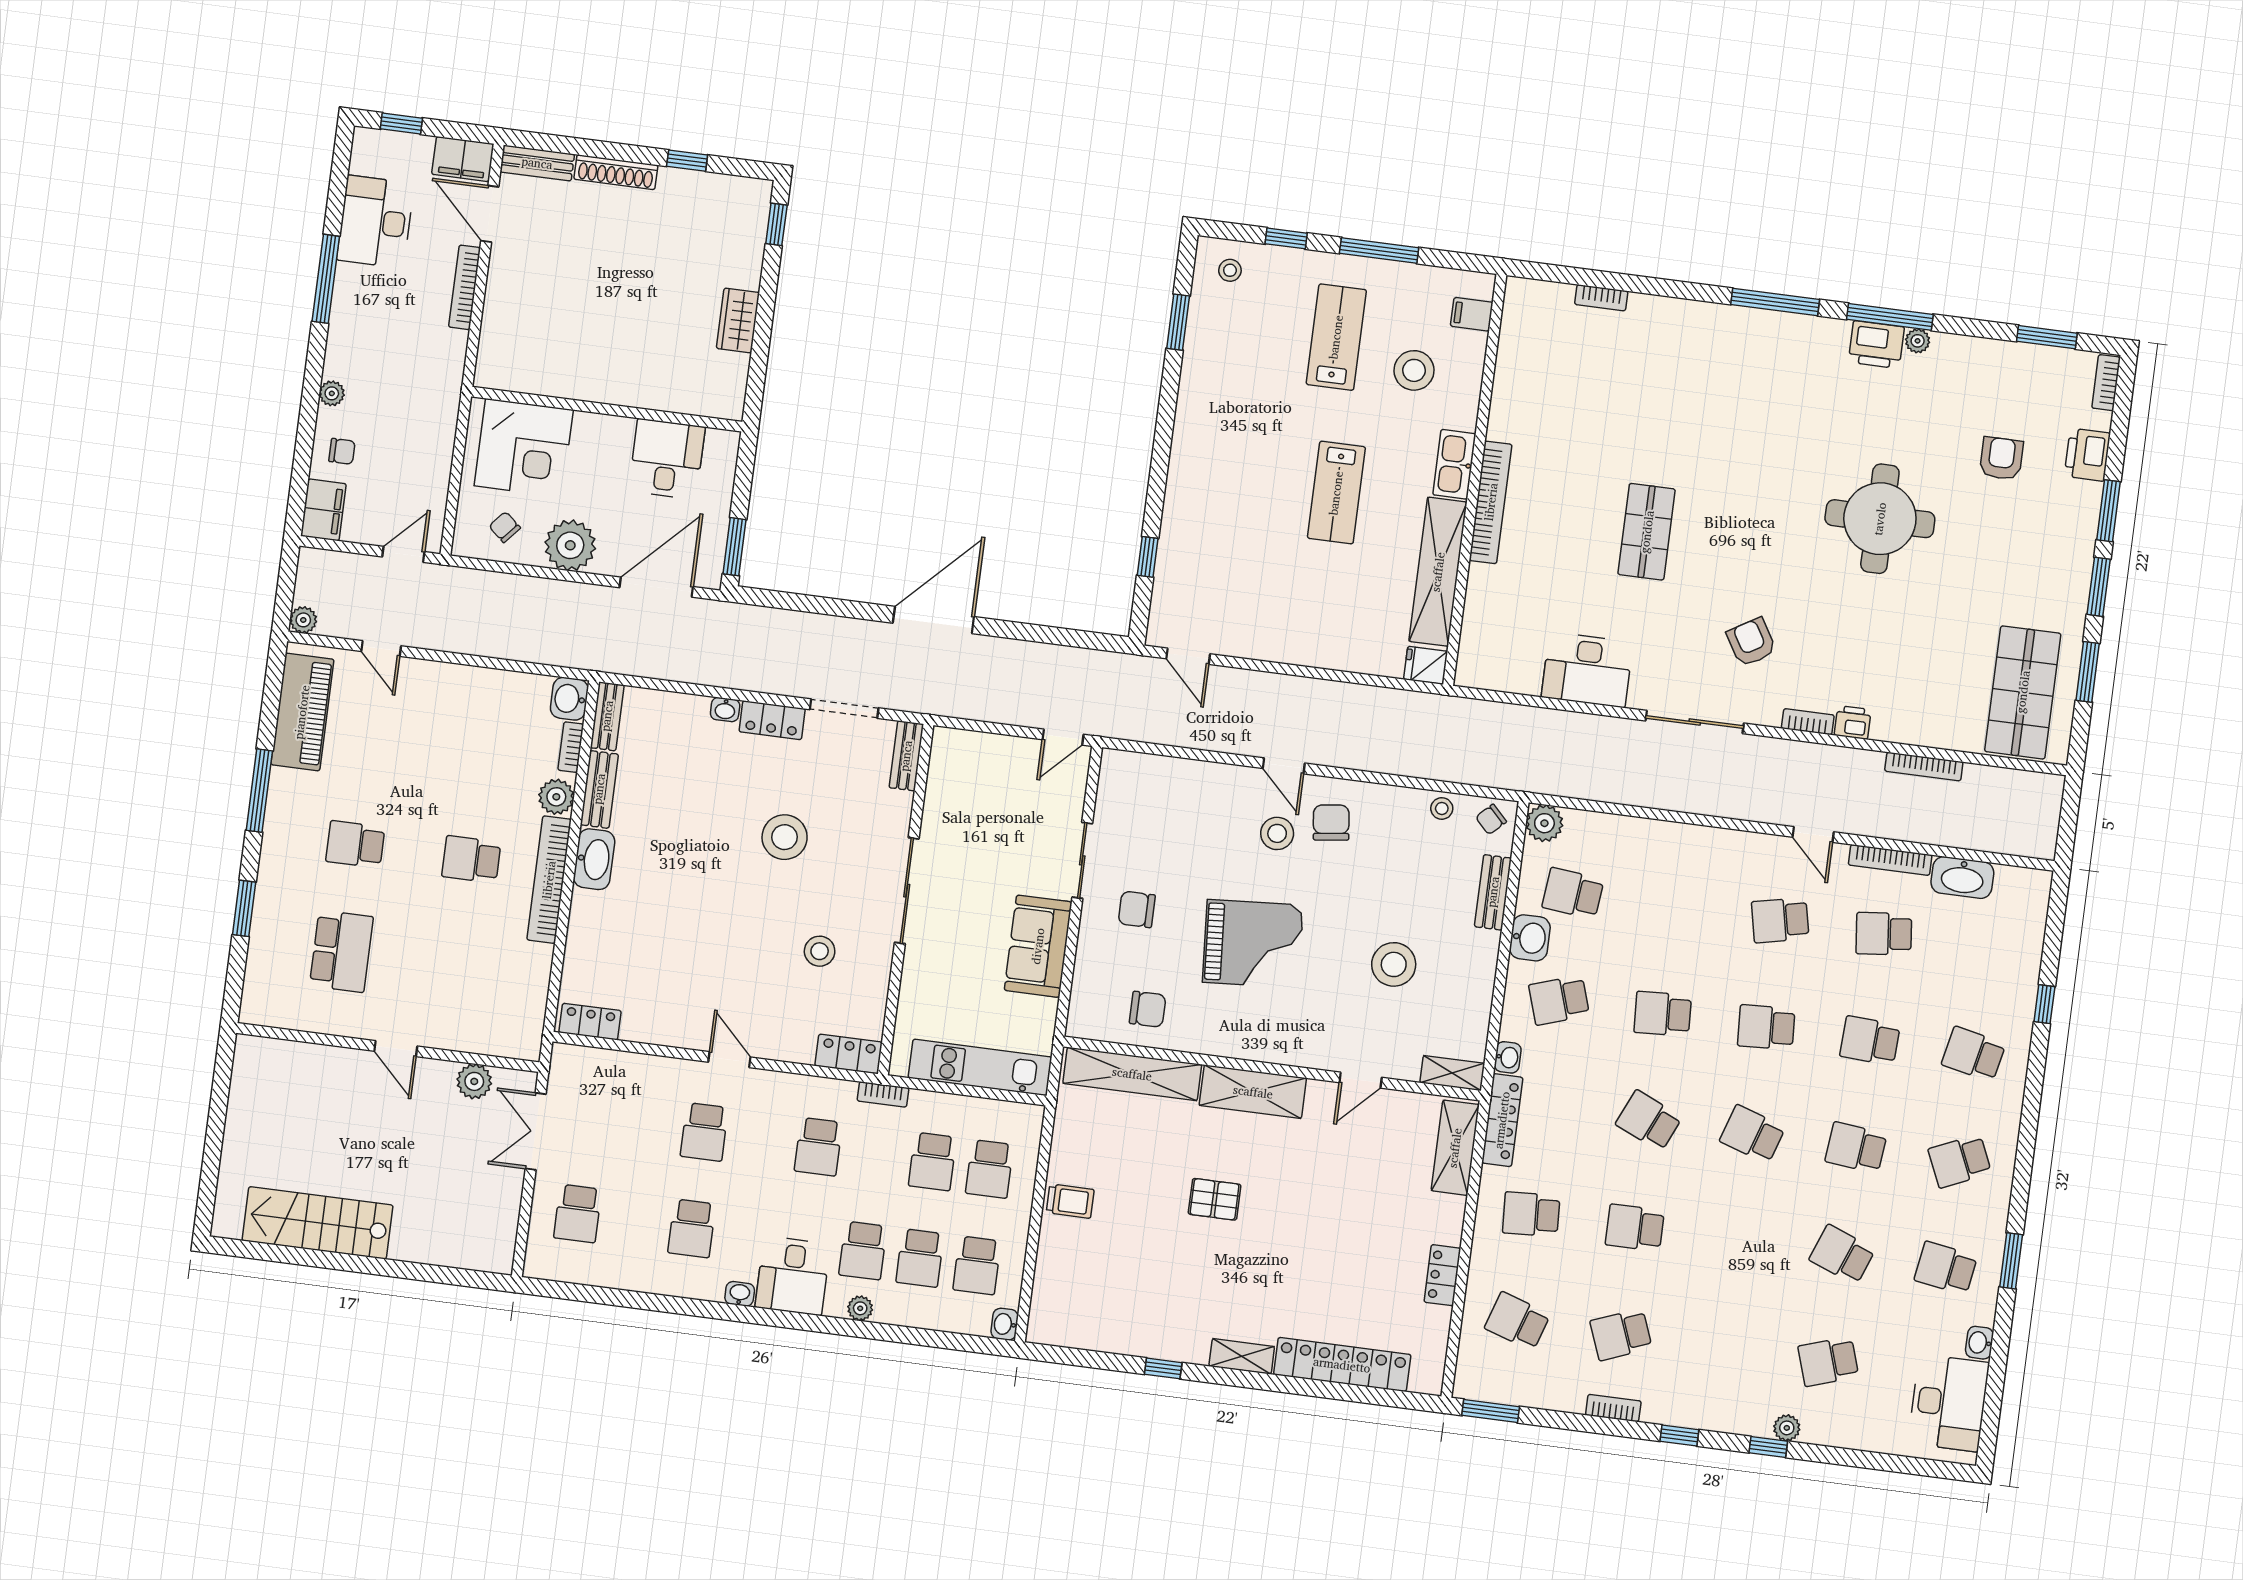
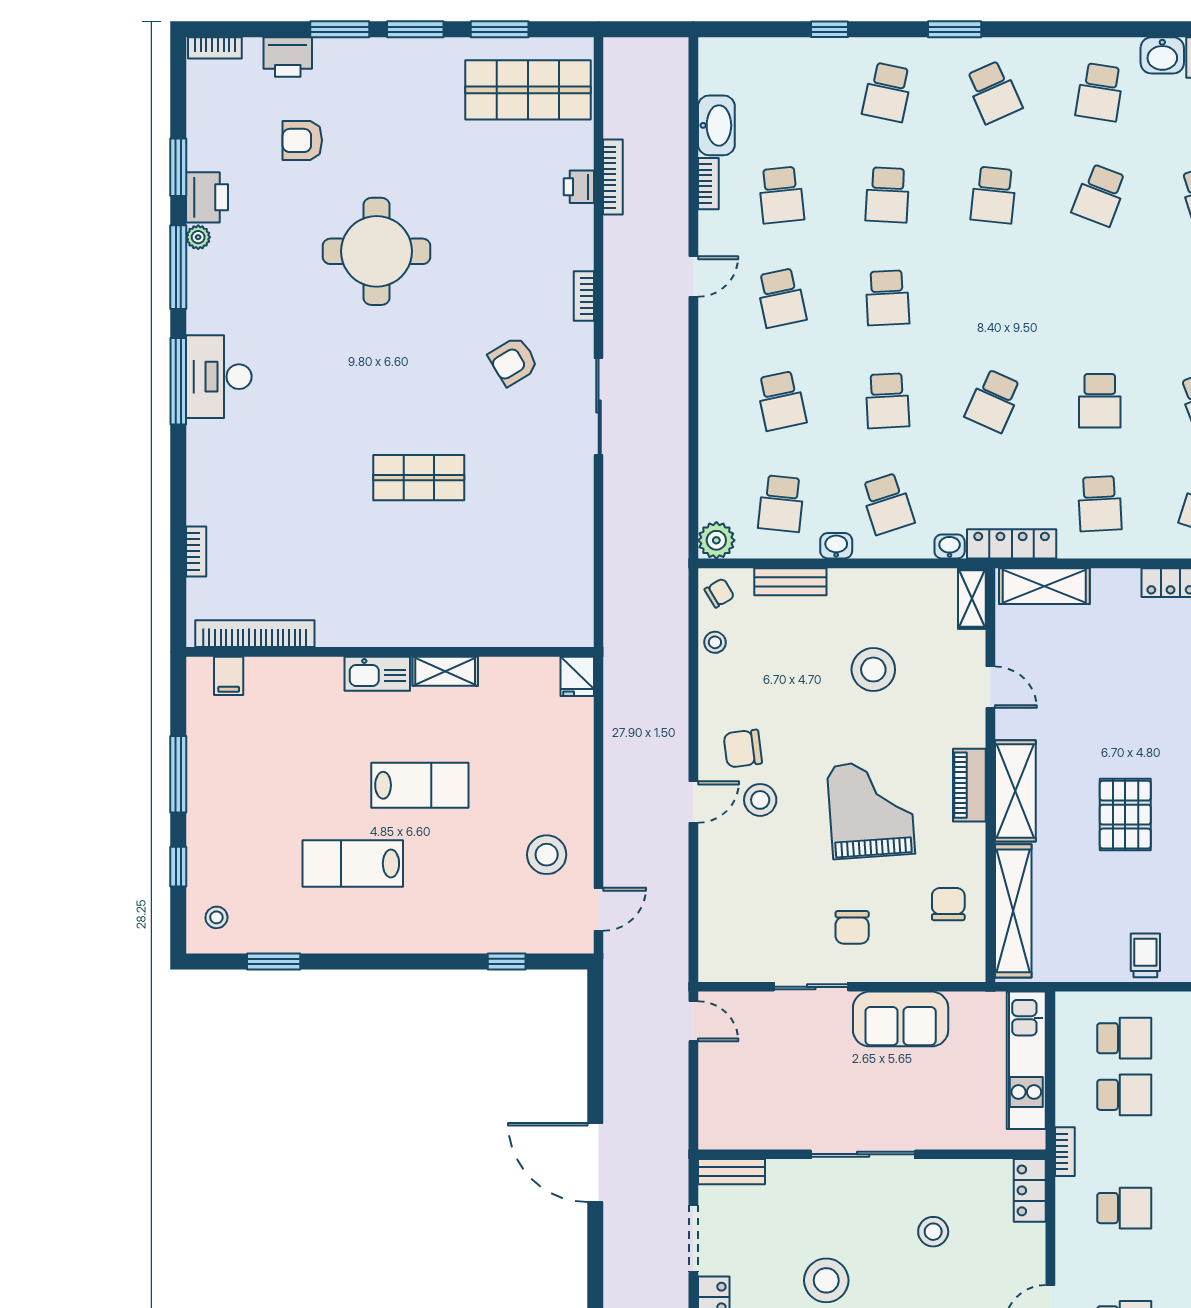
lab bench: (1336, 337) -> (353, 864), moved
window: (2047, 337) -> (178, 167), moved
printer: (1876, 345) -> (207, 197), moved
stool: (1414, 370) -> (547, 855), moved
bookcase: (1491, 502) -> (255, 634), moved
shelving: (1438, 572) -> (445, 671), width x0.45, depth x0.75
desk: (1587, 670) -> (219, 377), moved, turned 180
printer: (1853, 722) -> (579, 187), moved
chair: (1491, 819) -> (719, 593), turned -77
bookcase: (1890, 860) -> (708, 184), width x0.64
washbasin: (1530, 938) -> (836, 546), width x0.72, depth x0.69
piano: (1265, 1046) -> (969, 785), added
school desk: (1752, 1134) -> (781, 401), moved, turned -30
pallet: (1215, 1199) -> (1125, 815), width x1.50, depth x1.42
window: (2011, 1261) -> (955, 29), moved
washbasin: (1979, 1343) -> (1162, 55), width x1.38, depth x1.45

